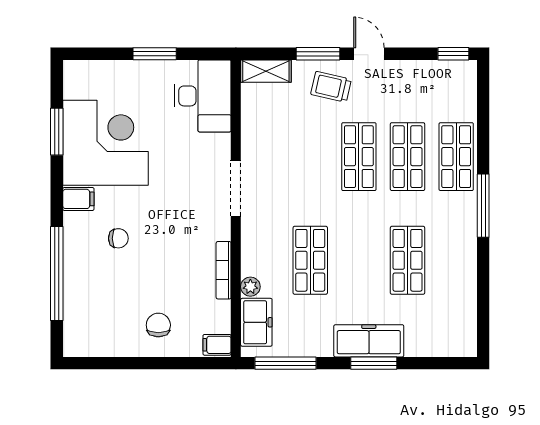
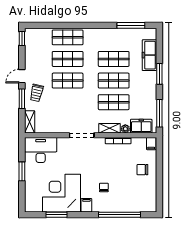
window: (483, 206) -> (131, 25), moved
shelving: (252, 251) -> (110, 128), added
shop shelf: (359, 260) -> (114, 81), added
freezer: (369, 341) -> (149, 55), moved

